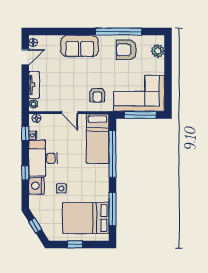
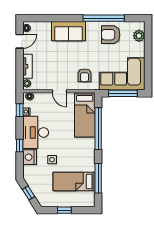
bed: (86, 218) -> (74, 182), width x0.67

